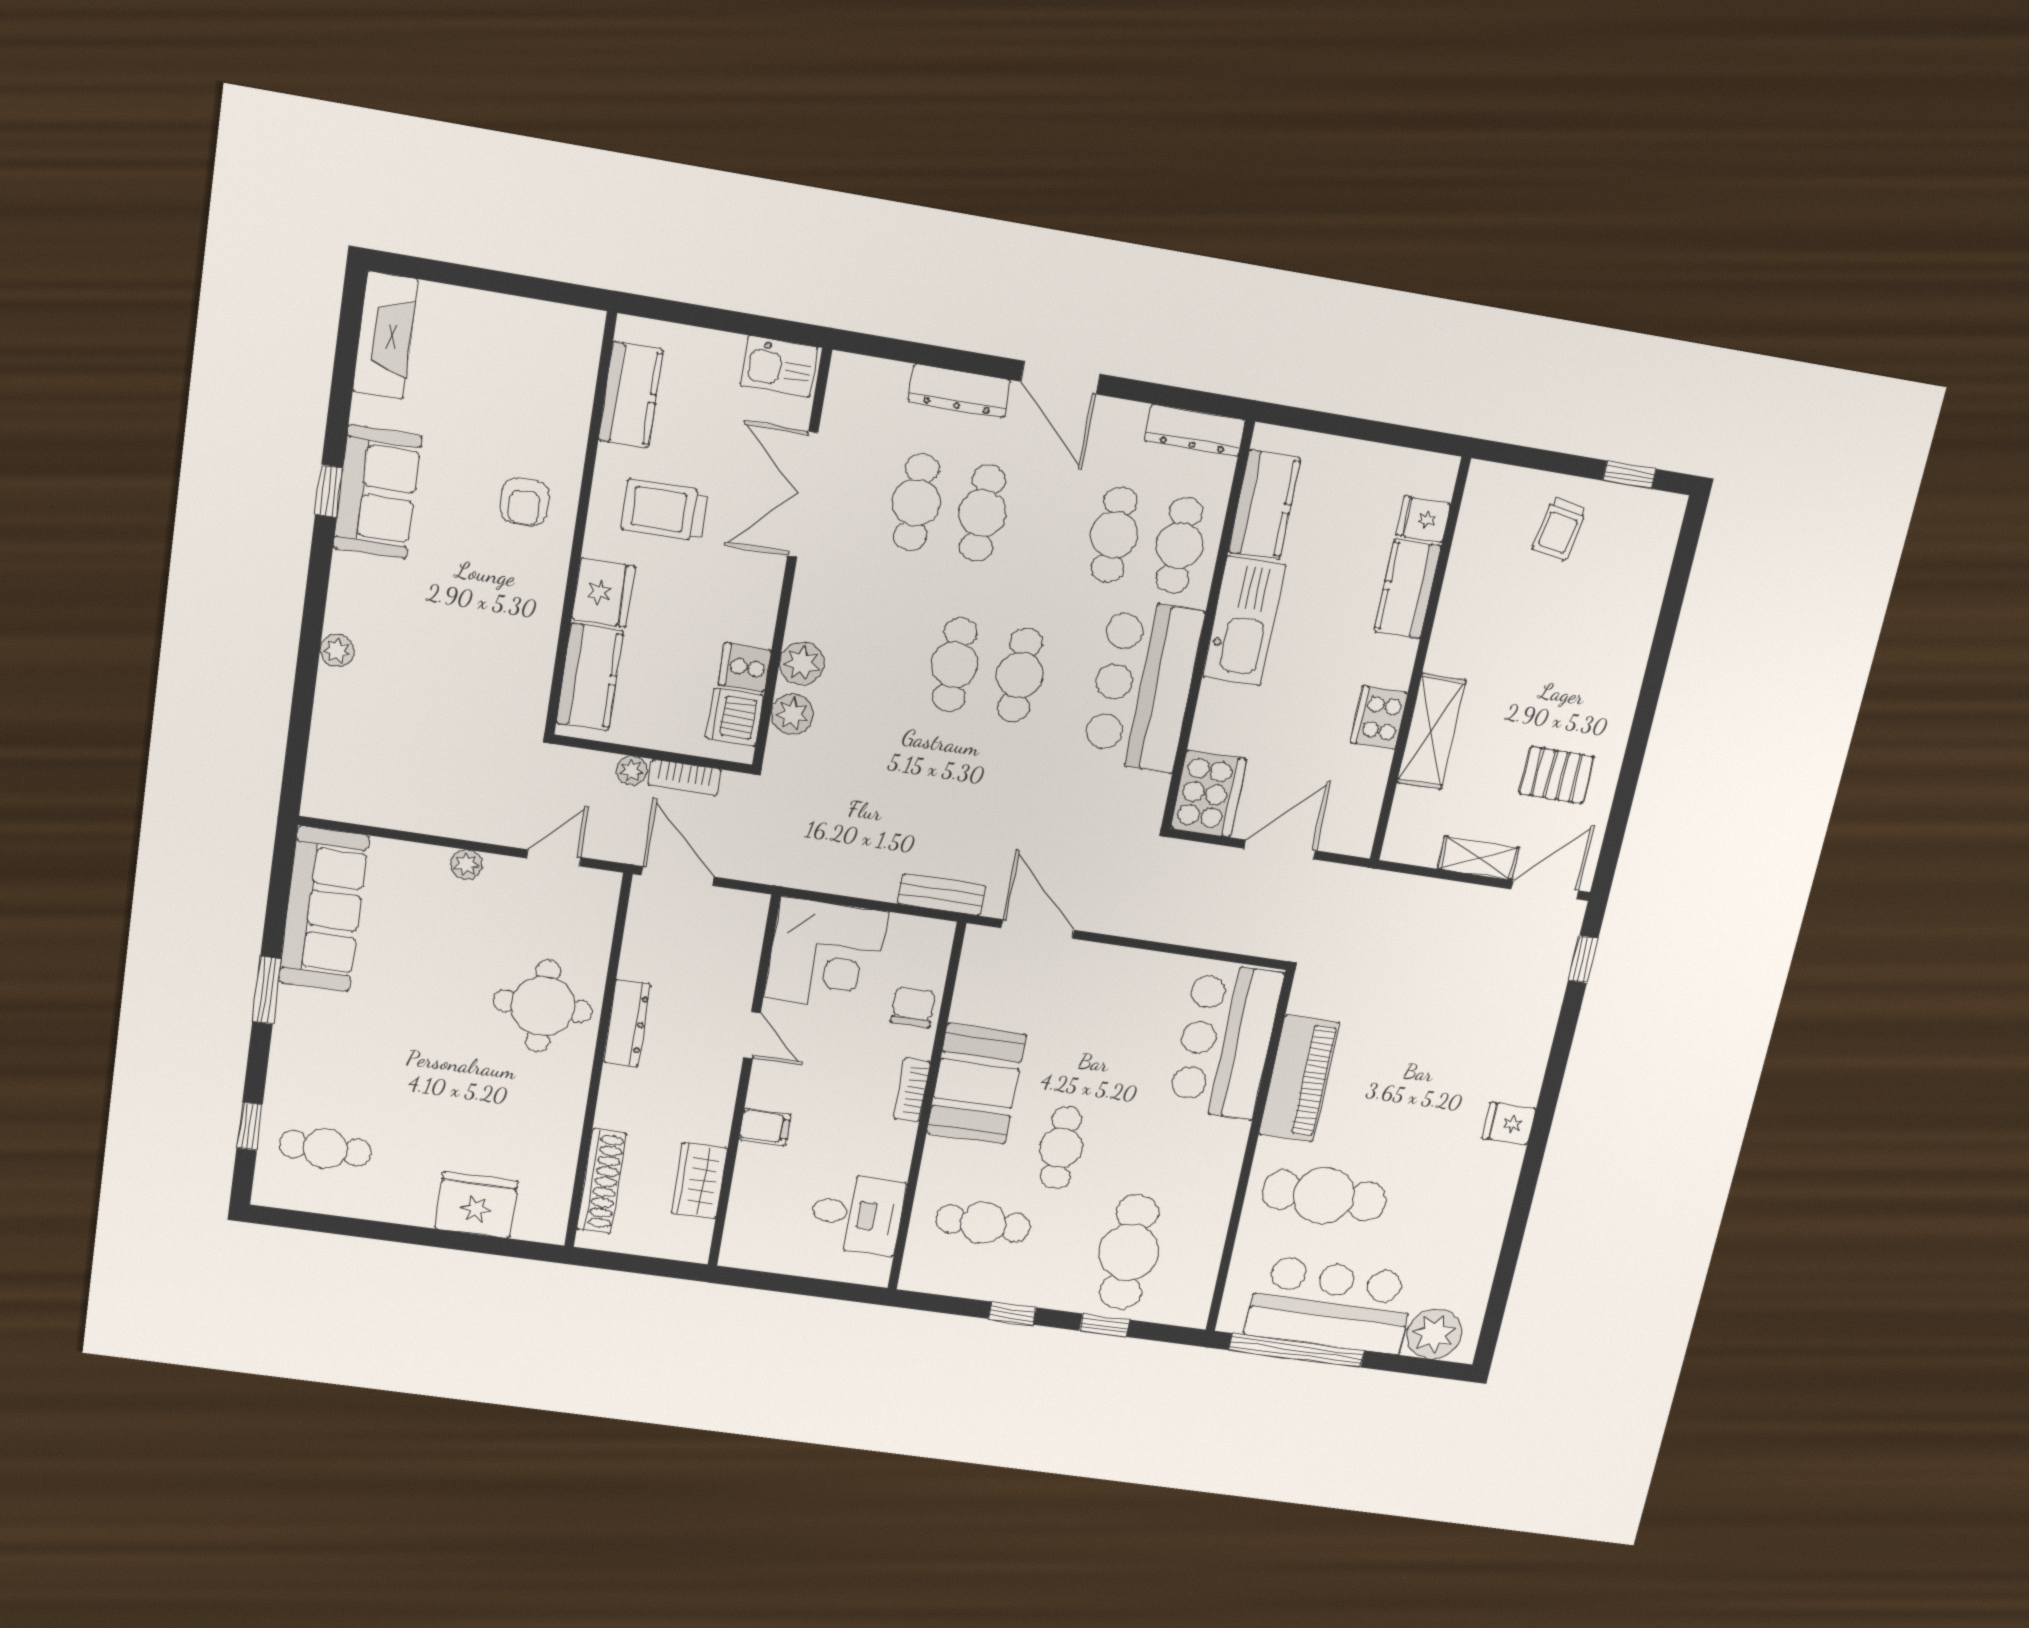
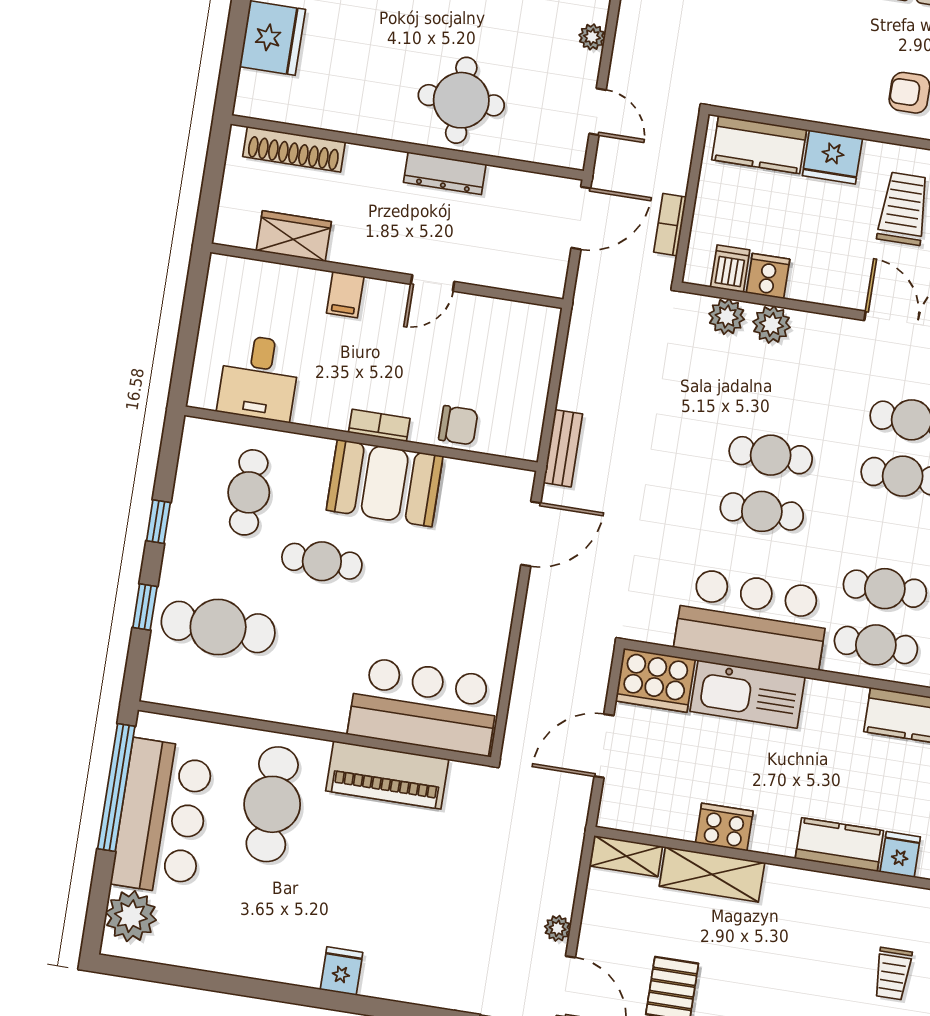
trolley: (1559, 529) -> (893, 974), turned -100
kitchen sink: (1244, 621) -> (748, 694), moved
dishwasher: (735, 717) -> (730, 269), width x0.73
plant: (632, 771) -> (557, 928), moved
door: (1280, 850) -> (604, 746), swing flipped
shelving: (1479, 858) -> (626, 856), moved, turned 90
corner desk: (826, 955) -> (508, 348), removed

